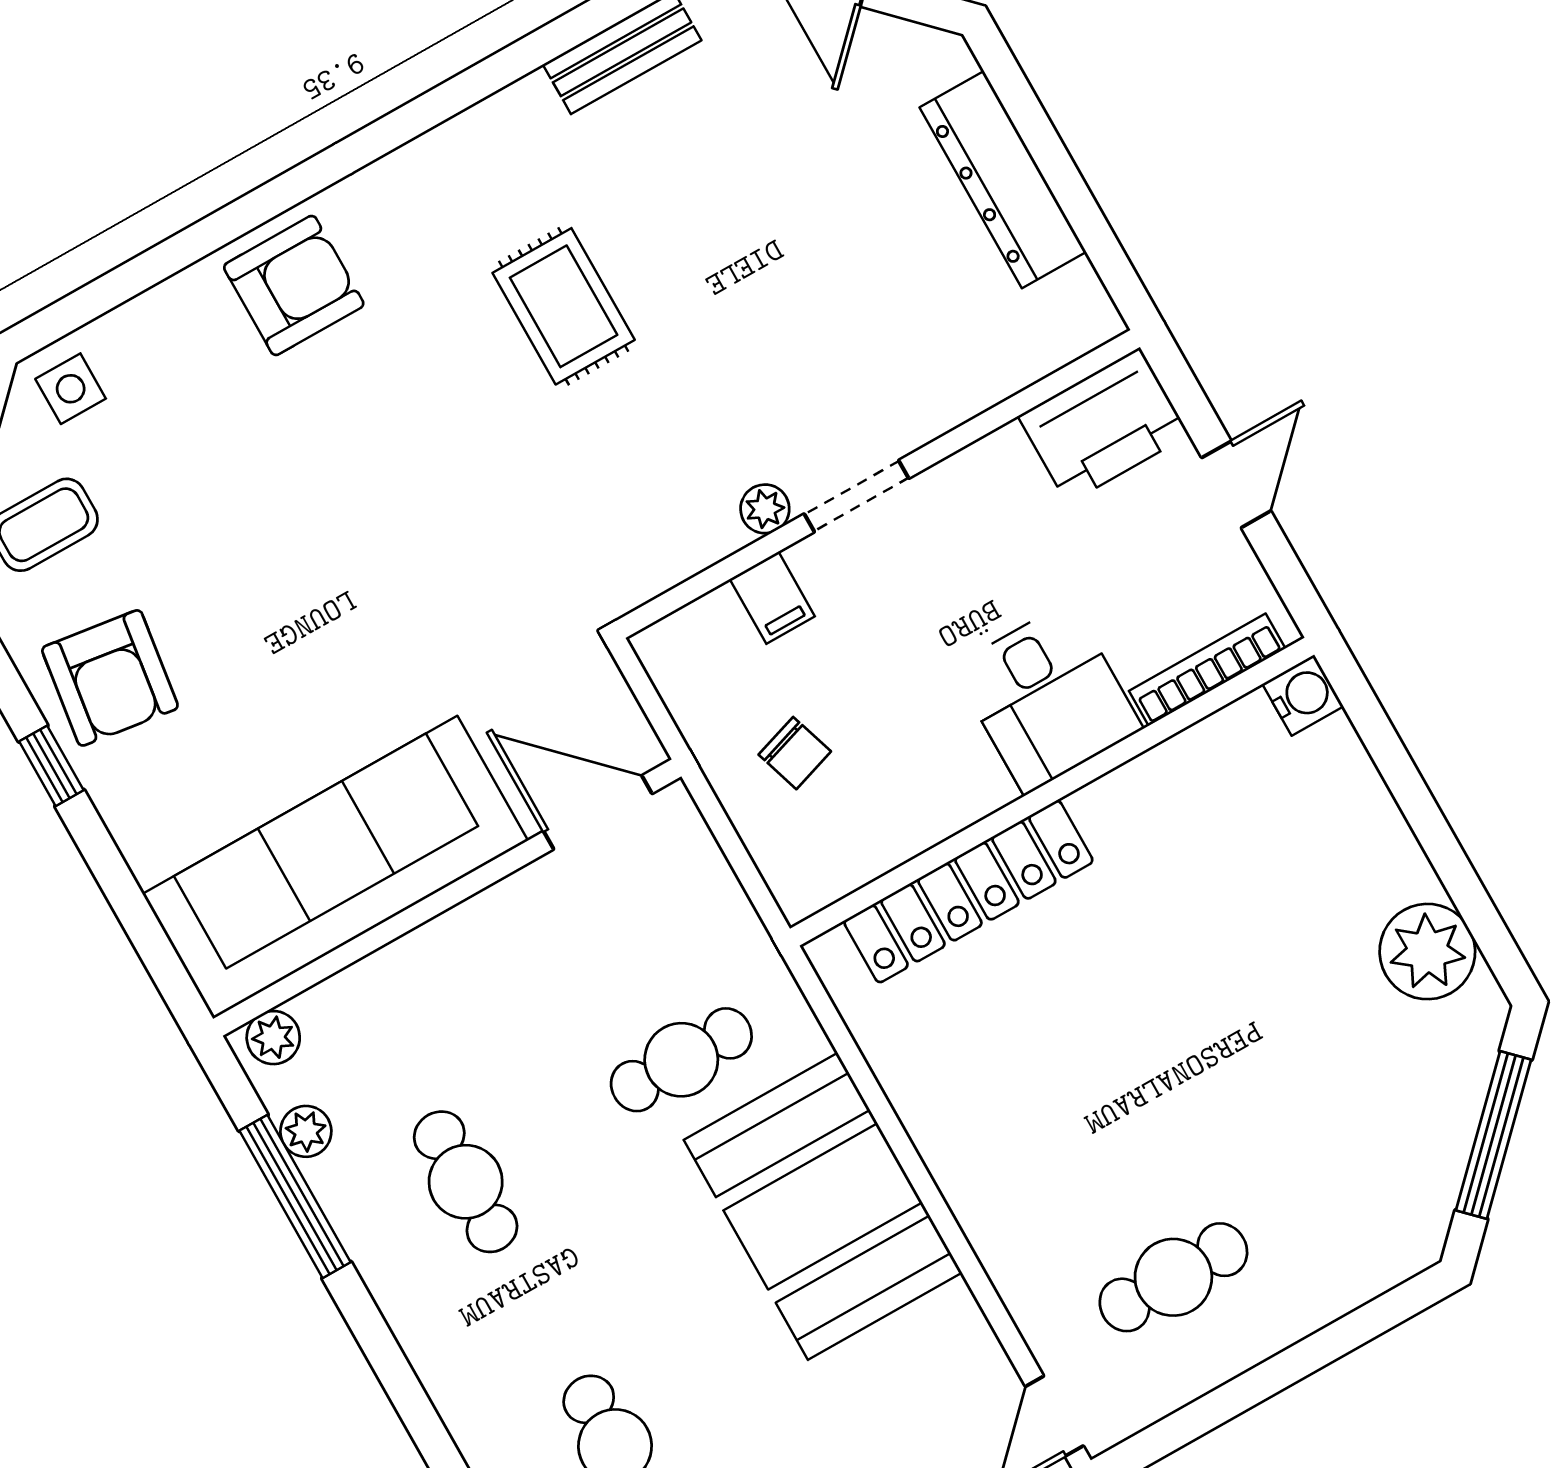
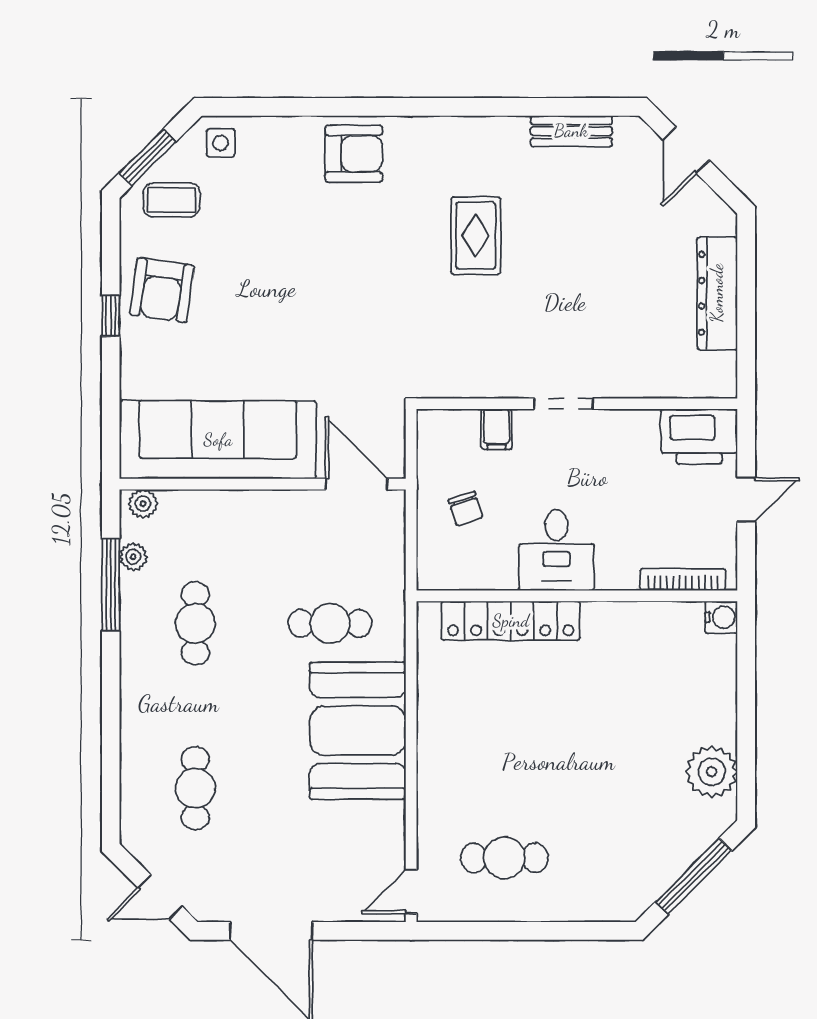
plant: (765, 509) -> (517, 385), removed
desk: (1047, 698) -> (557, 550), moved

